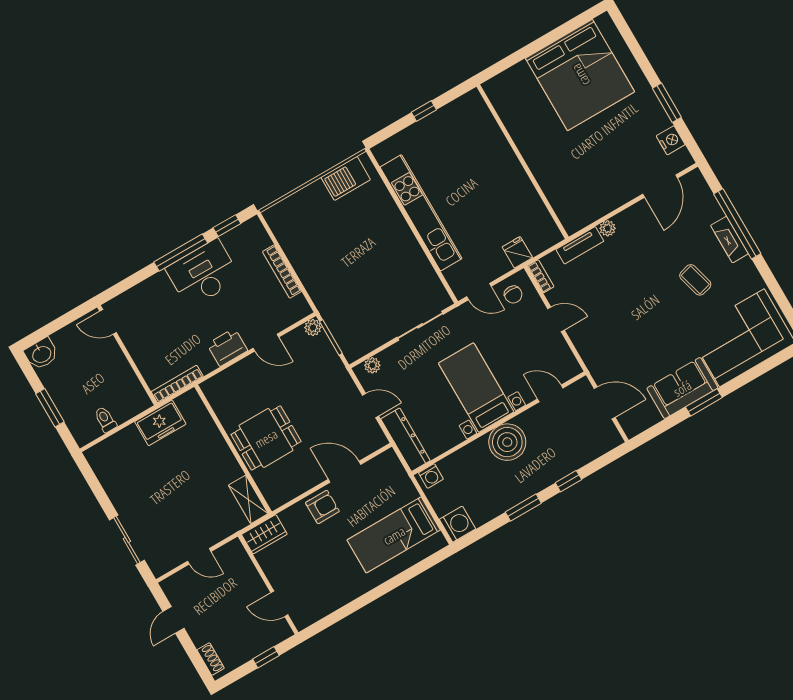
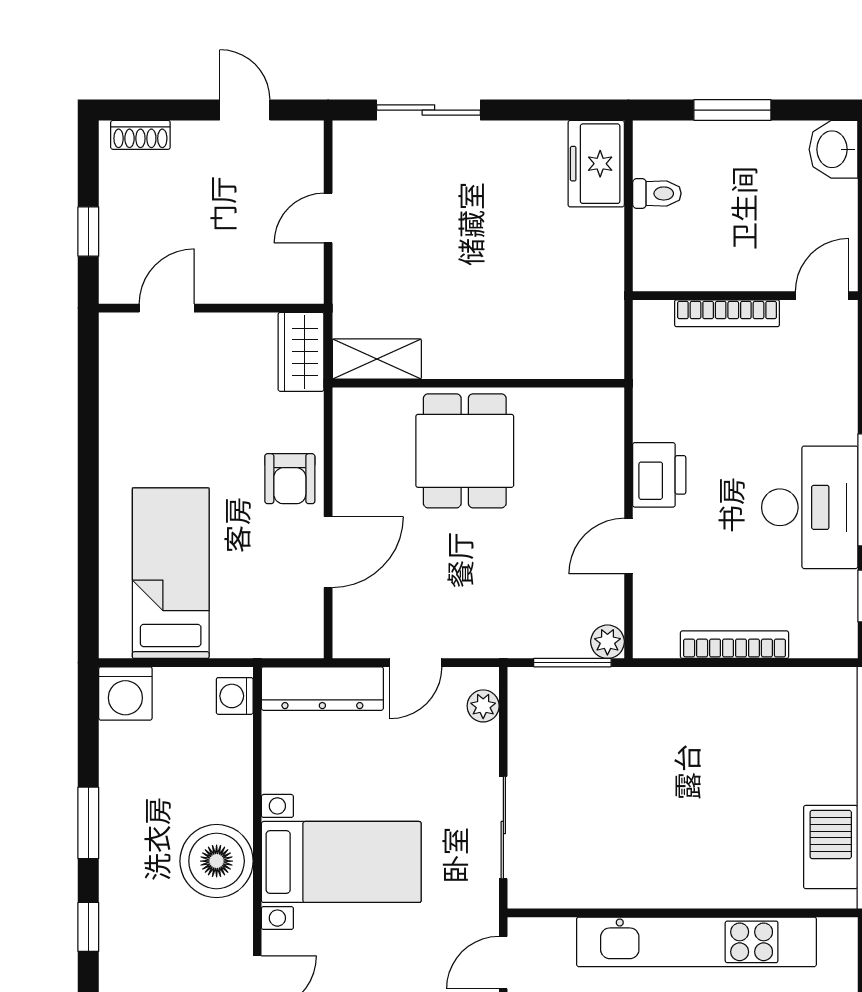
bookcase: (177, 384) -> (727, 313), moved, turned 90
freezer: (160, 423) -> (596, 164), moved

